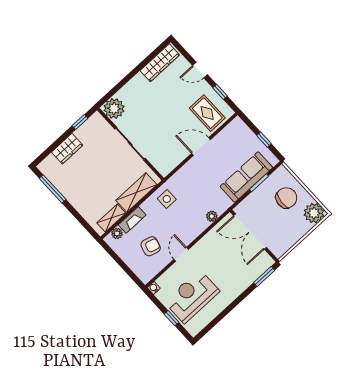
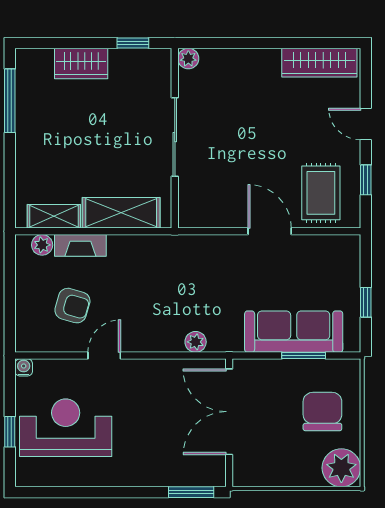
plant: (114, 108) -> (188, 59), width x0.53, depth x0.53
chair: (286, 198) -> (322, 412), turned -96
side table: (167, 199) -> (155, 260), removed

